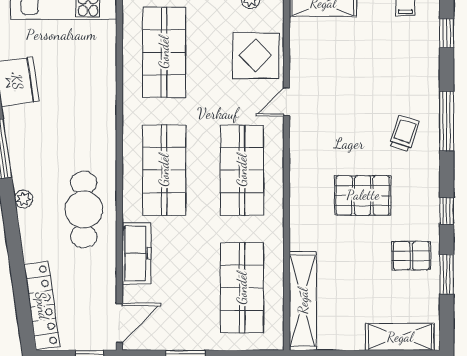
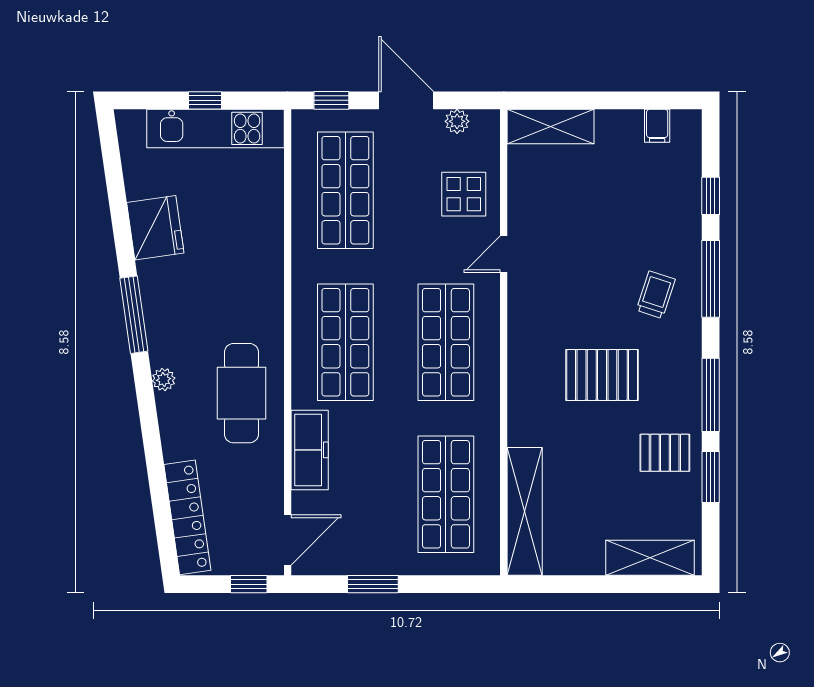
window: (447, 33) -> (711, 196), moved
display table: (256, 55) -> (464, 194), width x0.73, depth x0.73
window: (447, 211) -> (711, 395), width x2.17

